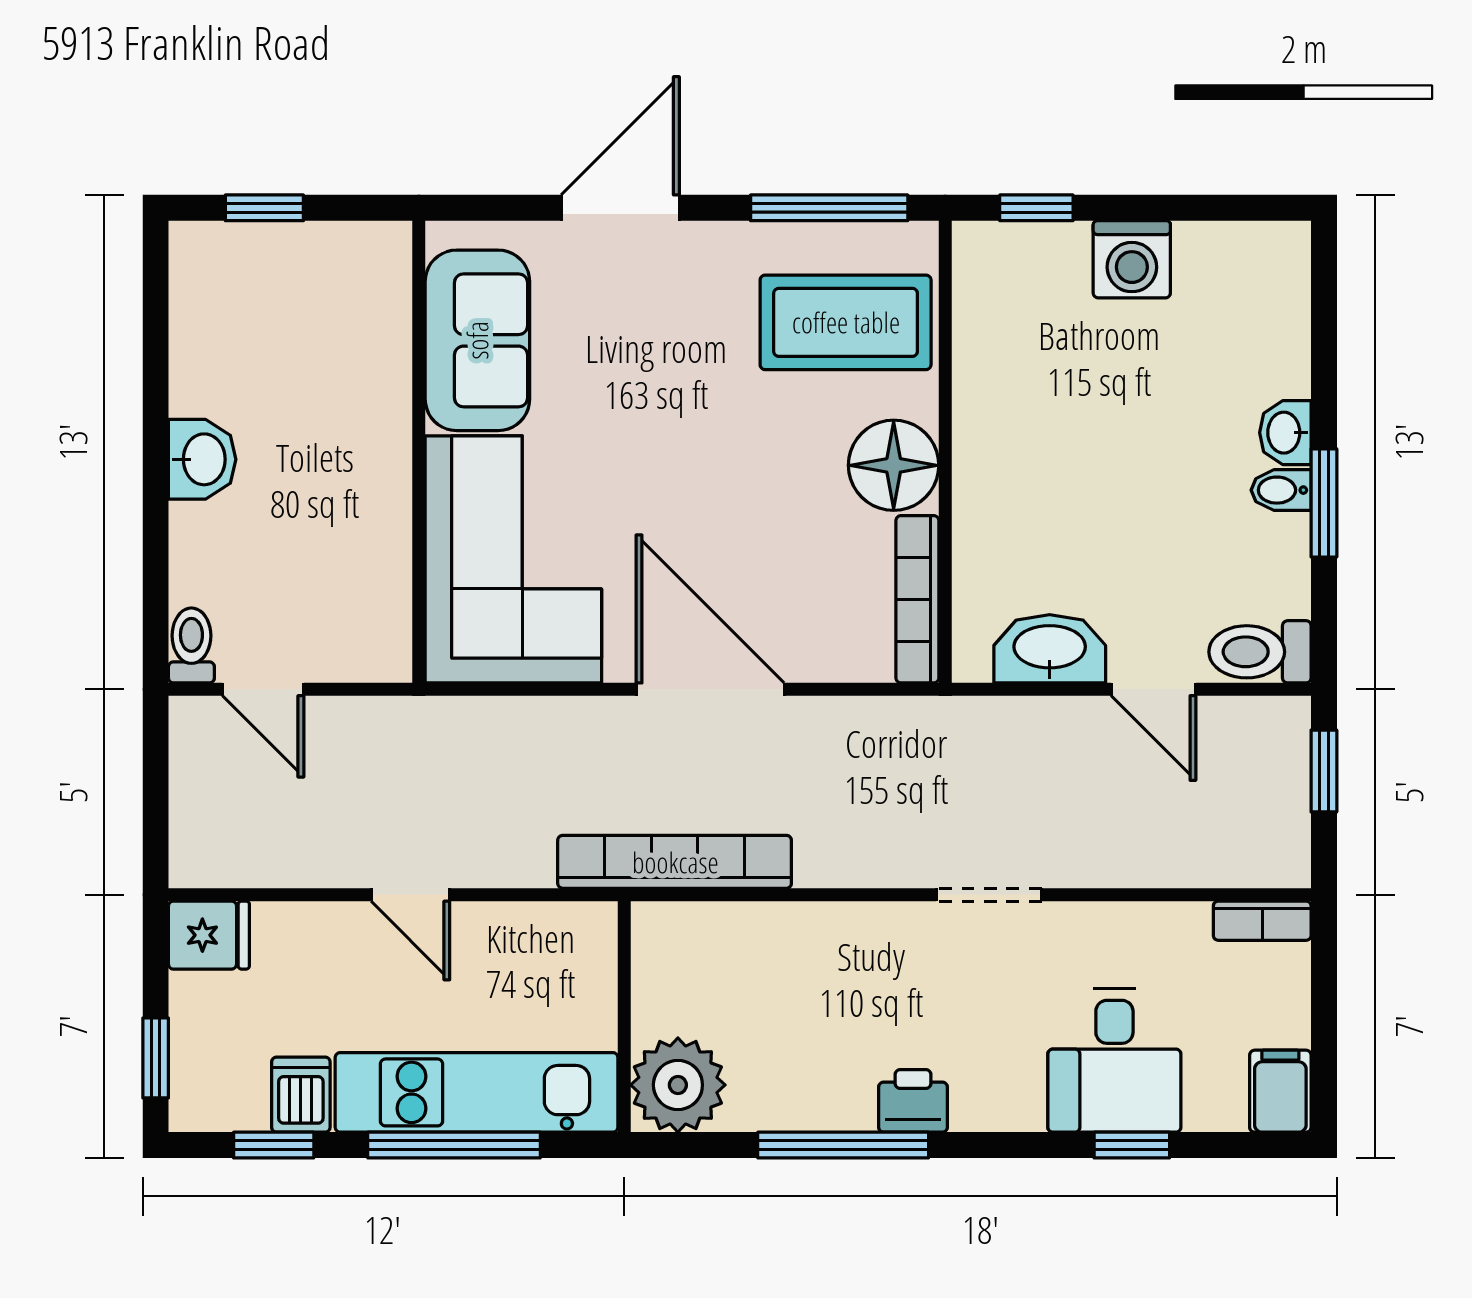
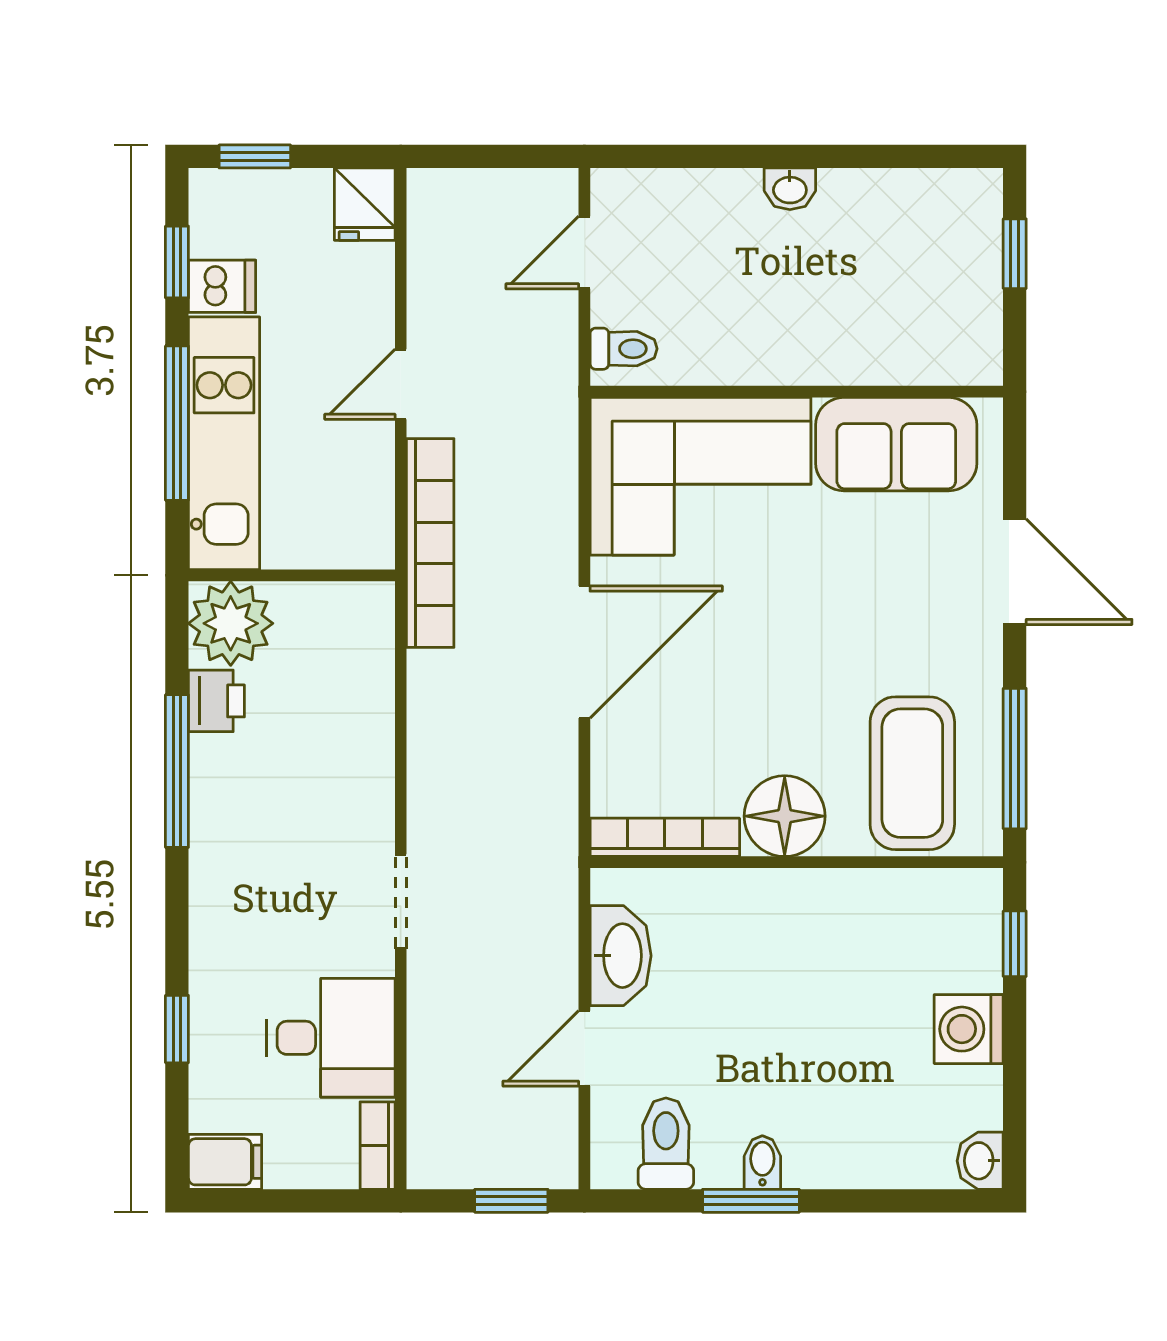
washbasin: (1285, 433) -> (980, 1161), moved, turned -90
washbasin: (202, 459) -> (790, 189), width x0.72, depth x0.69
toilet: (191, 645) -> (624, 349), moved
toilet: (1260, 652) -> (666, 1144), moved
bookcase: (675, 862) -> (430, 543), moved
desk: (1114, 1061) -> (331, 1038), moved, turned 180
printer: (913, 1101) -> (216, 701), moved

